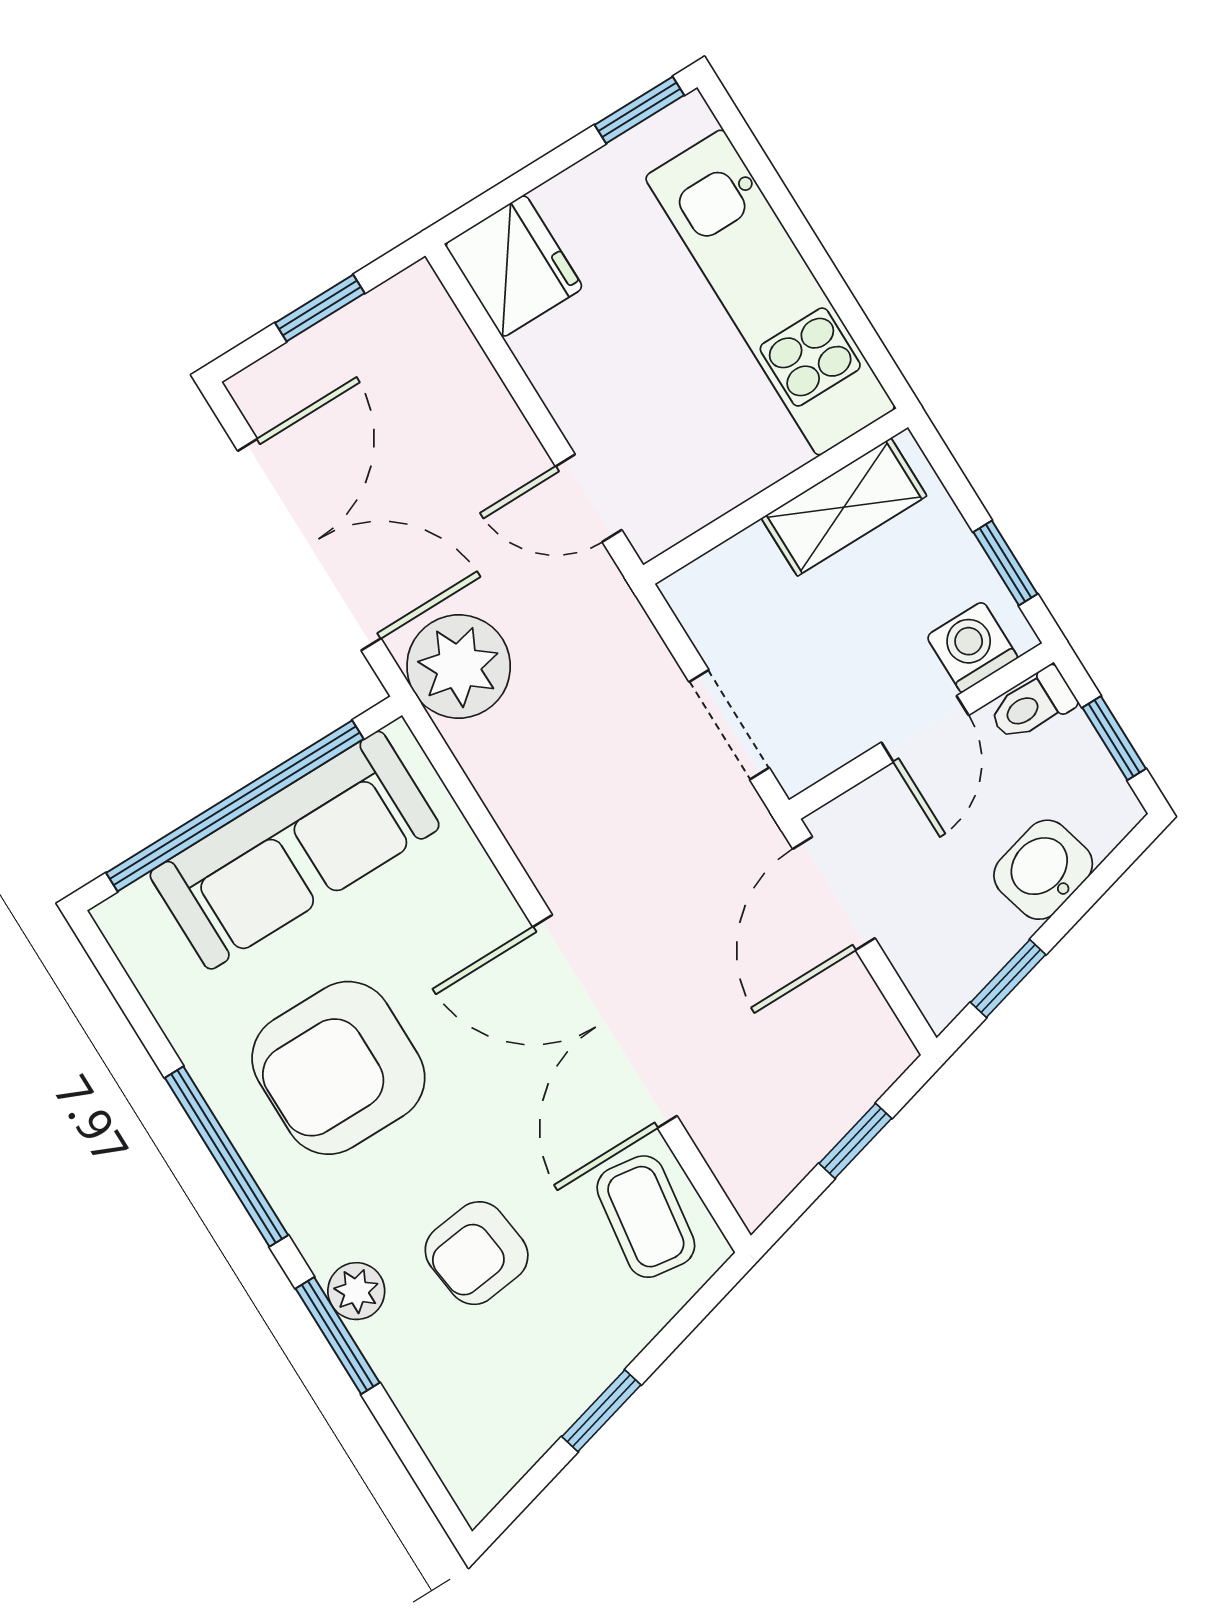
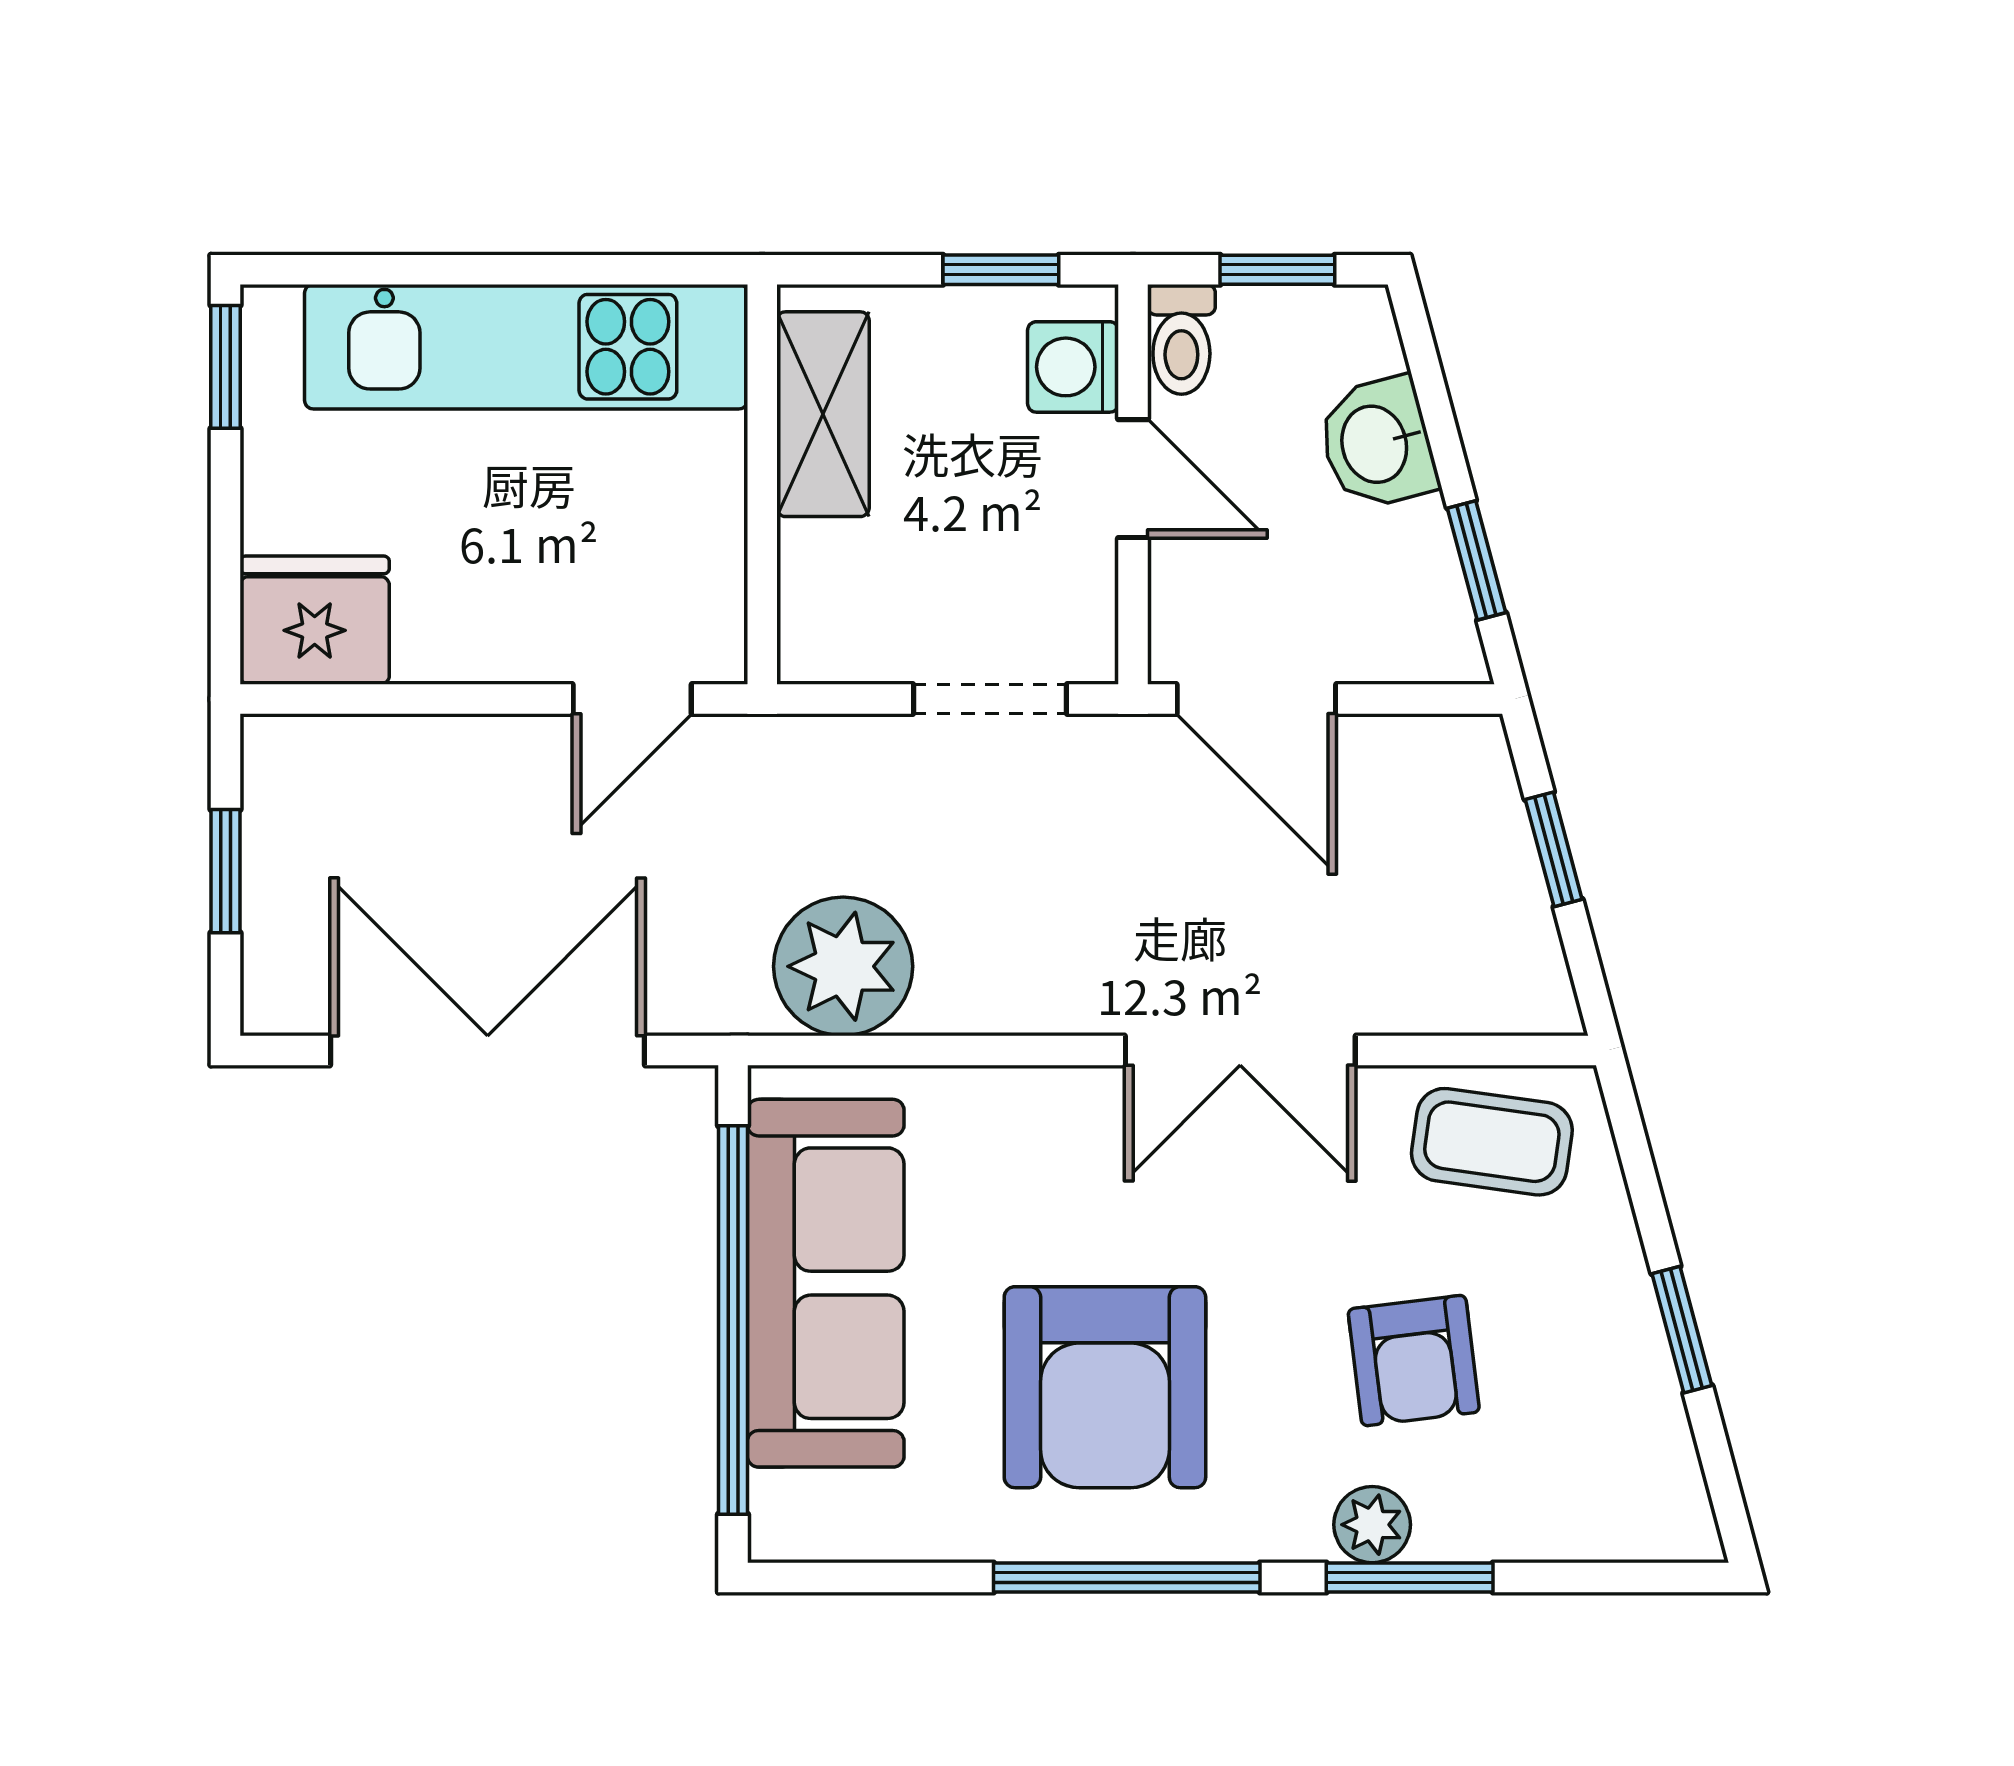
plant: (459, 666) -> (843, 966), moved
double door: (605, 1021) -> (1240, 1050), width x0.73

